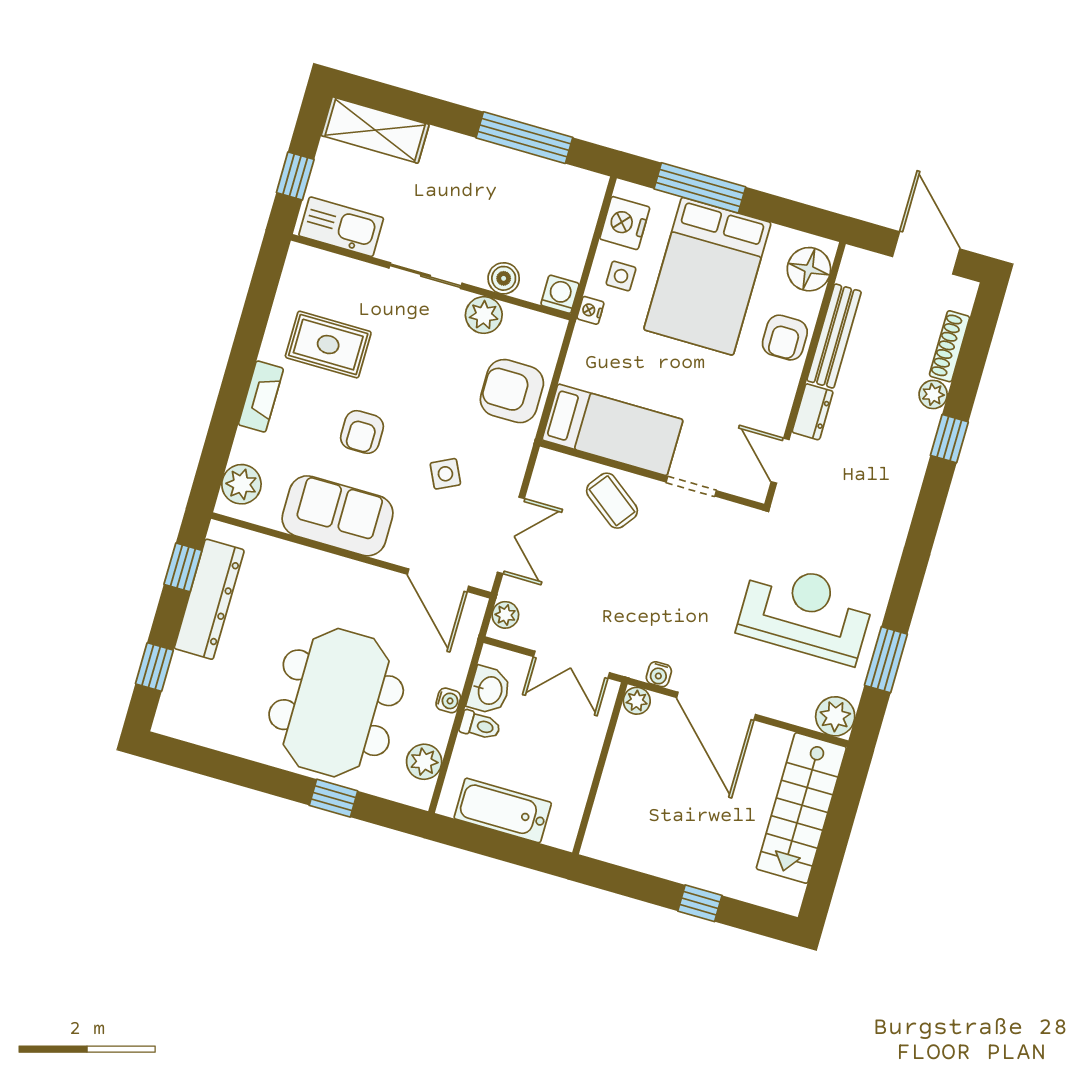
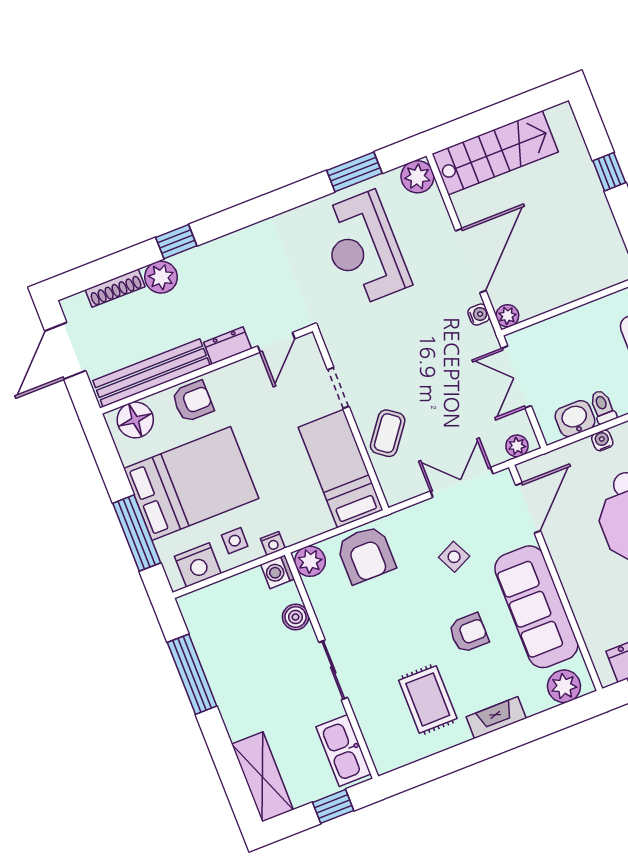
plant: (484, 315) -> (310, 561), moved
bench: (834, 336) -> (151, 373), width x1.37, depth x1.21
plant: (933, 394) -> (161, 277), width x1.38, depth x1.38
sofa: (338, 516) -> (536, 607), width x1.36
double door: (572, 665) -> (516, 377), swing flipped

